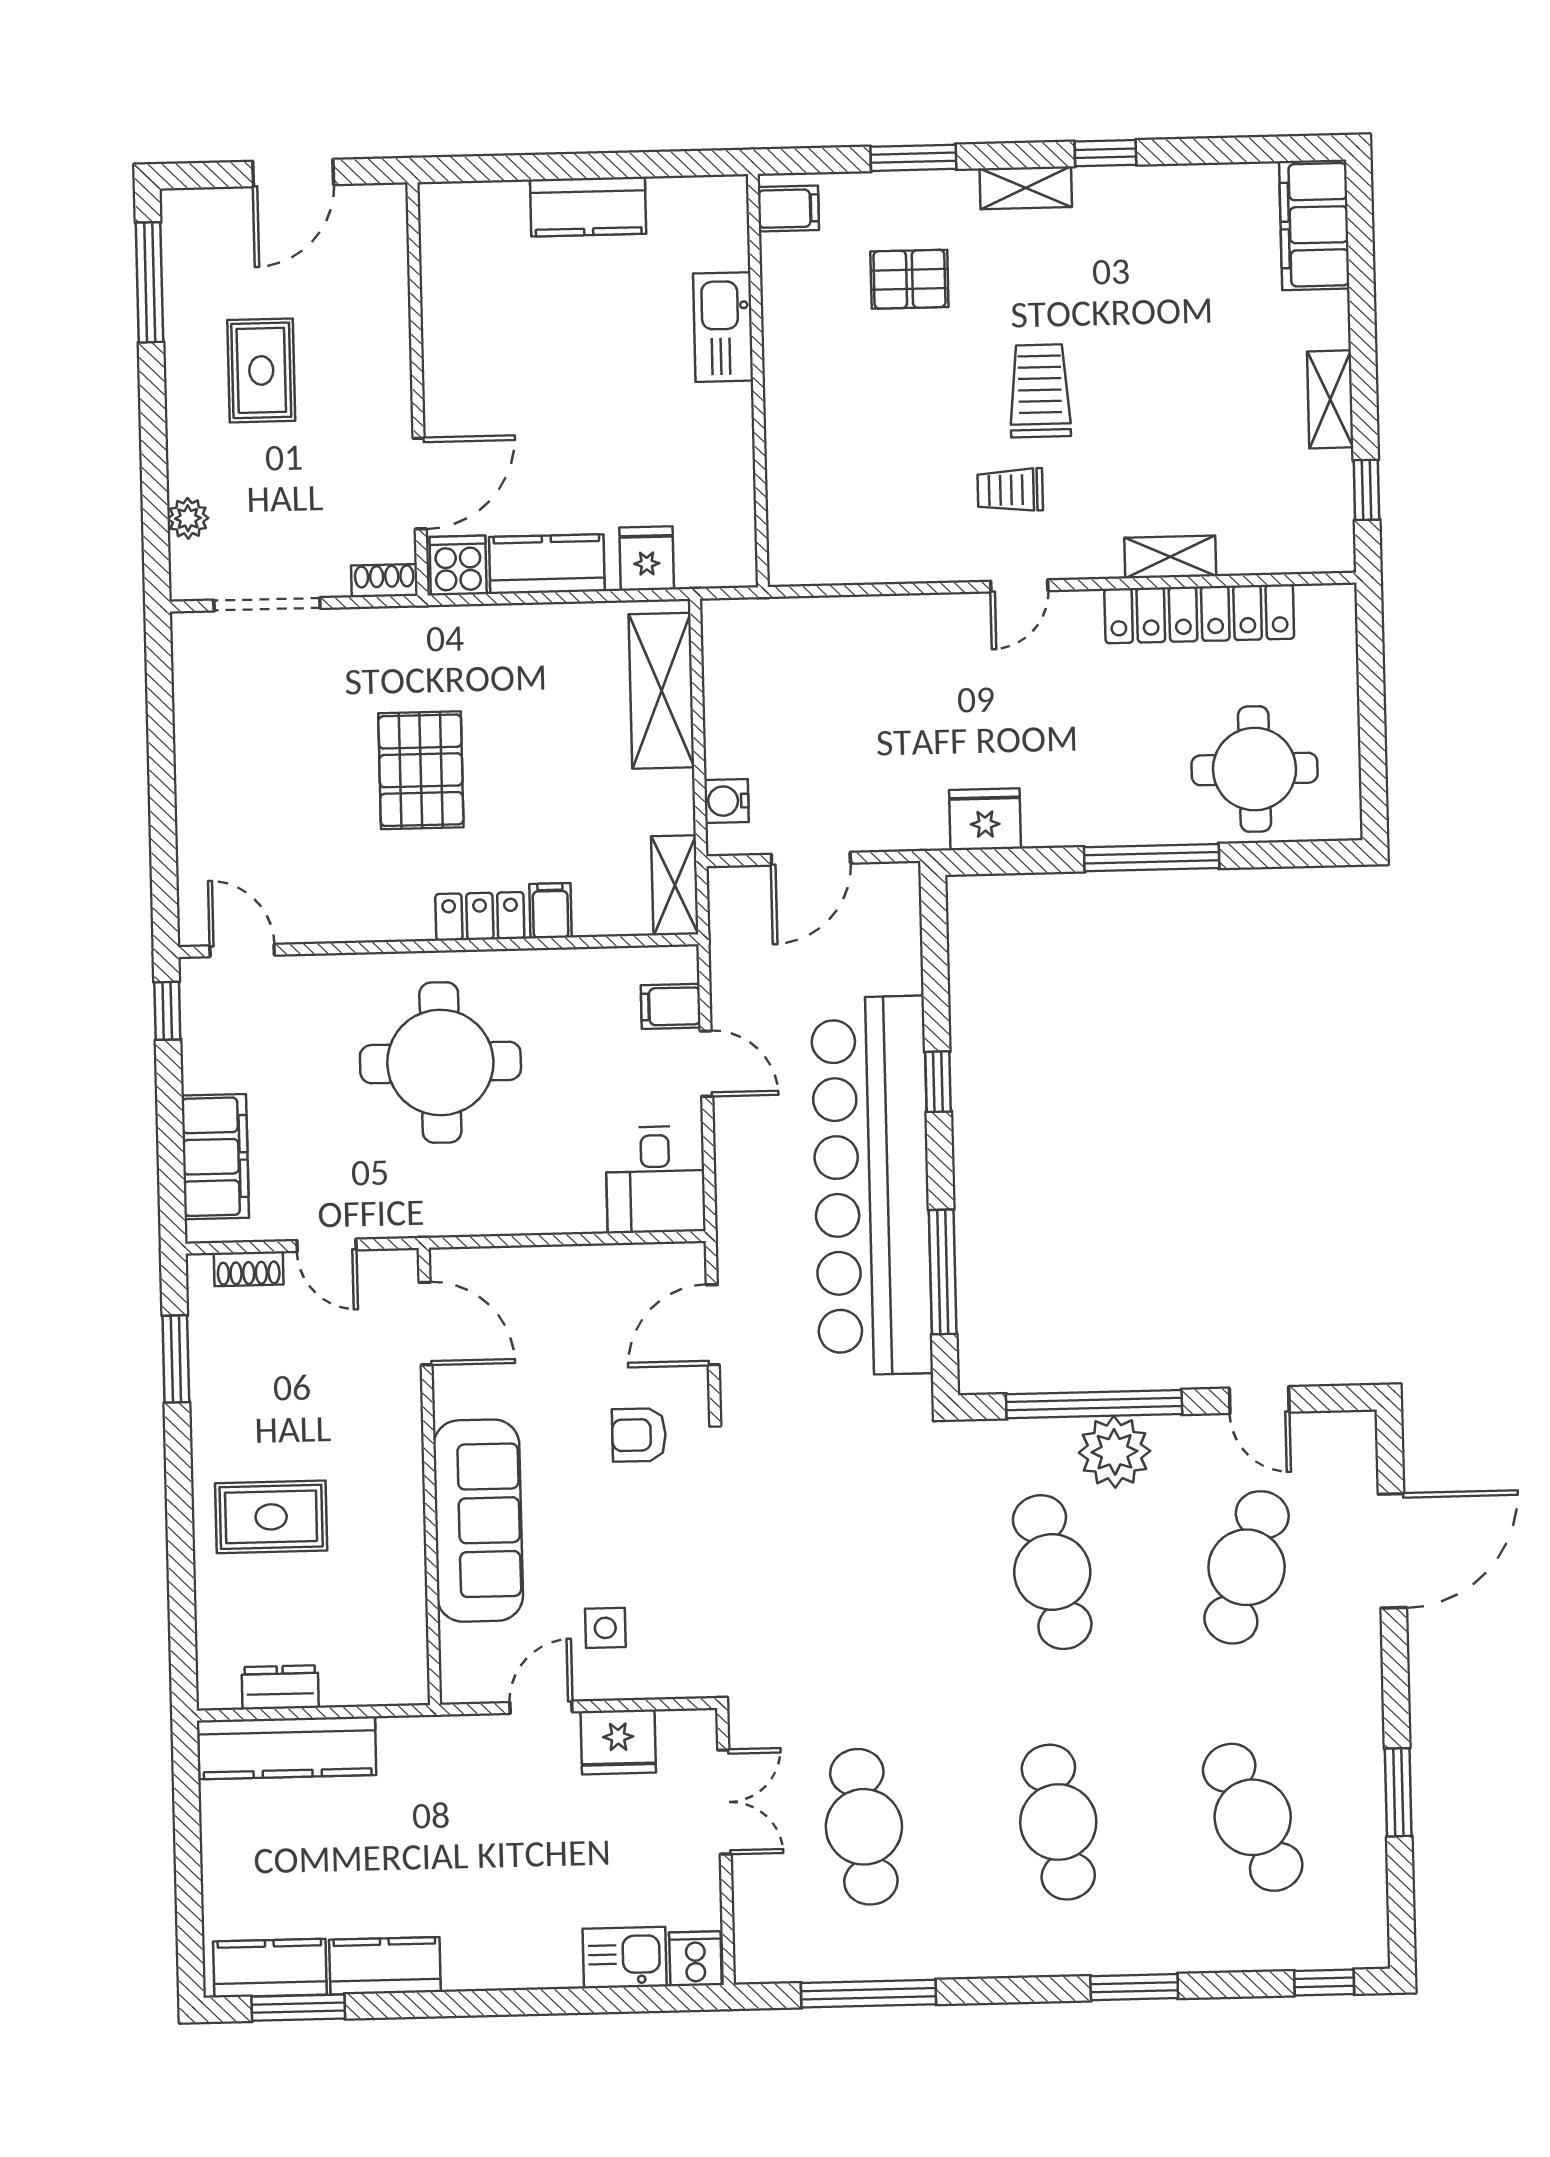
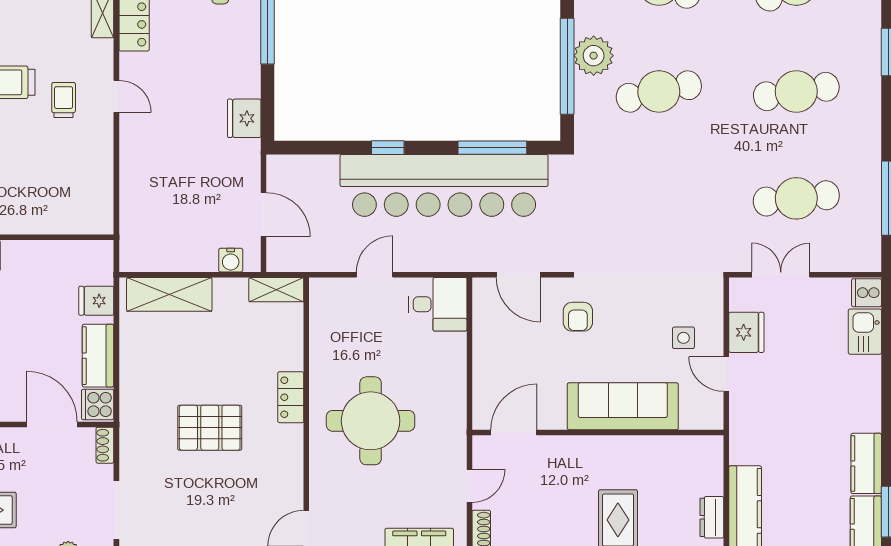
trolley: (1010, 490) -> (64, 100), turned 180
filing cabinet: (550, 911) -> (289, 358), removed
filing cabinet: (671, 1006) -> (343, 294), removed

